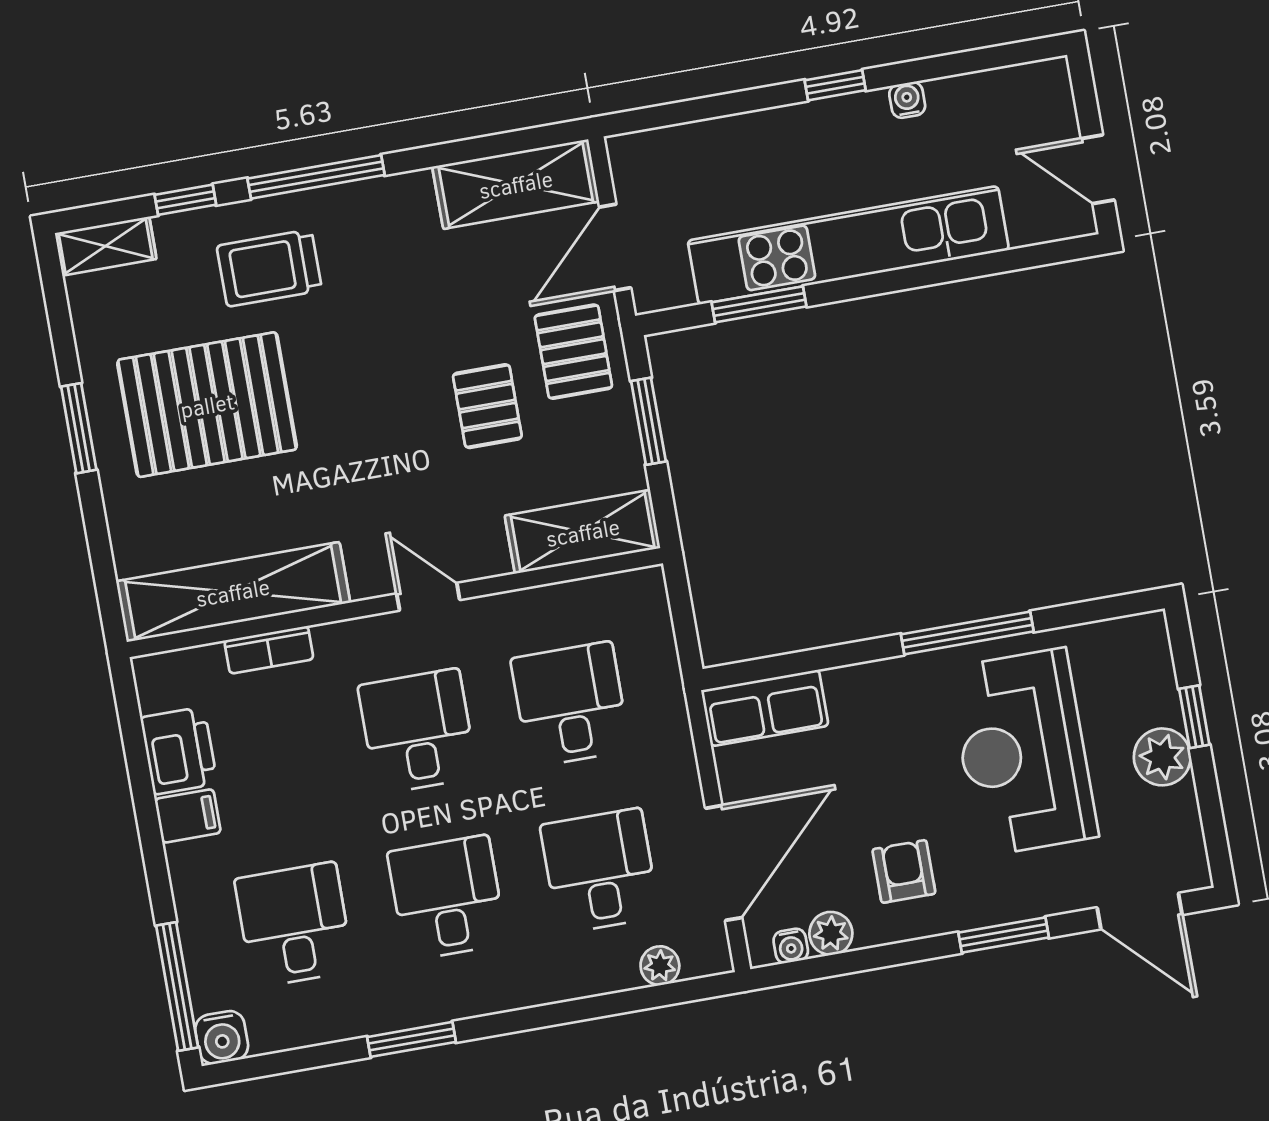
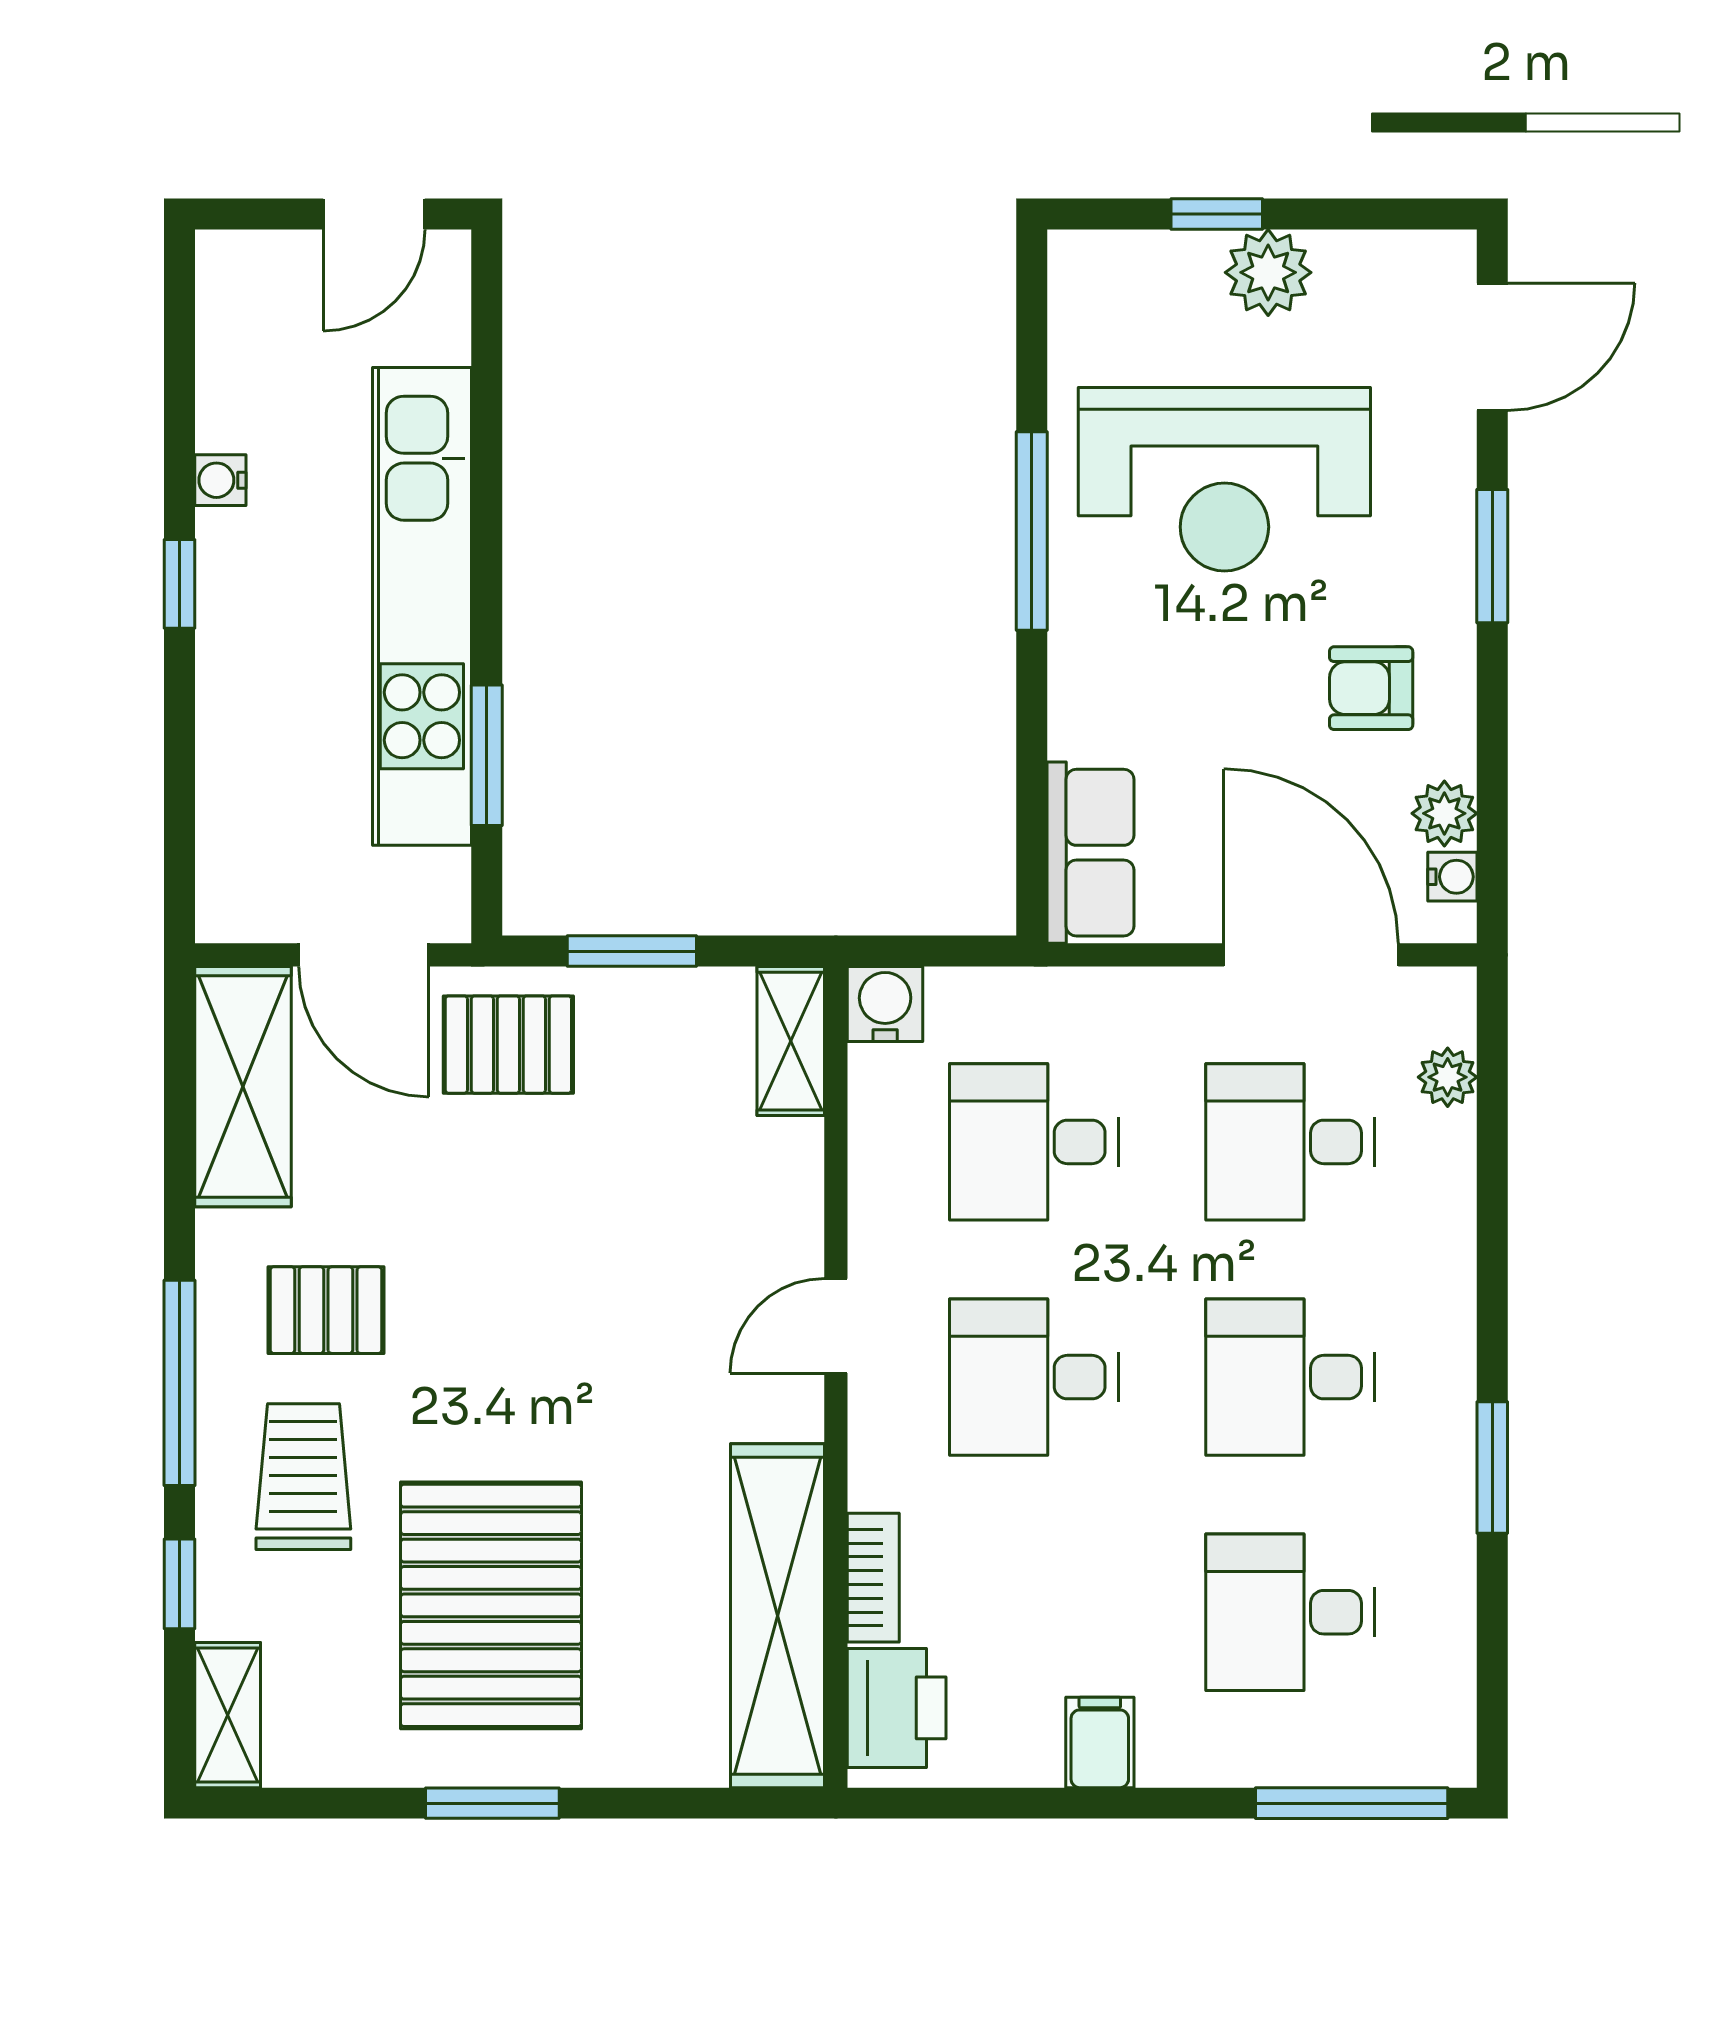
trolley: (269, 268) -> (303, 1477), turned 180
pallet: (487, 406) -> (326, 1310), moved
shelving: (583, 532) -> (791, 1041), width x0.67, depth x0.75
printer: (179, 751) -> (897, 1708), moved, turned 90
water cooler: (222, 1037) -> (885, 1004), moved, turned -90

